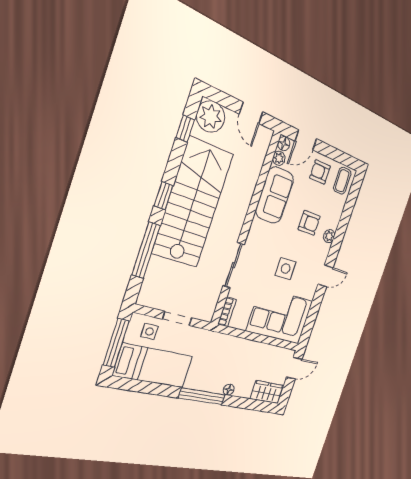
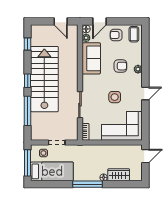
plant: (211, 117) -> (39, 33), removed
wardrobe: (267, 392) -> (119, 175), moved

